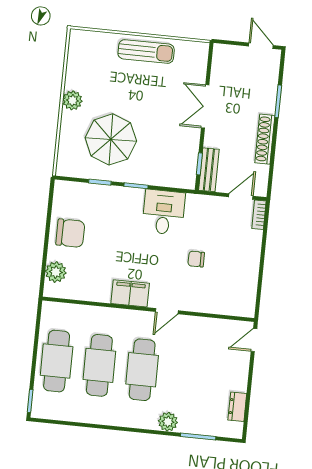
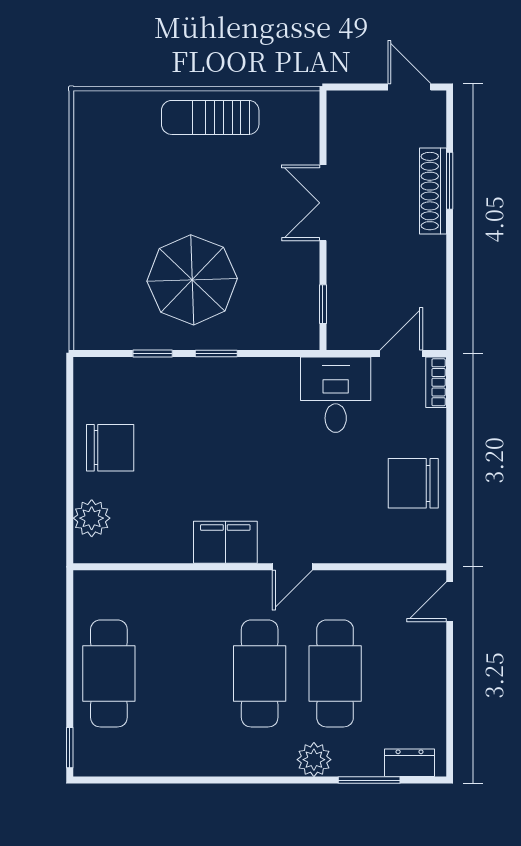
sun lounger: (146, 52) -> (210, 117), turned 180
plant: (72, 100) -> (90, 216), removed
parasol: (111, 139) -> (192, 280), moved
shoe rack: (265, 139) -> (433, 191), moved
bench: (209, 170) -> (341, 313), removed
desk: (164, 212) -> (336, 395), moved
chair: (196, 259) -> (413, 483), moved, width x1.87, depth x1.87
cafe table: (99, 365) -> (335, 673), moved
dresser: (237, 407) -> (410, 763), moved, turned 90

